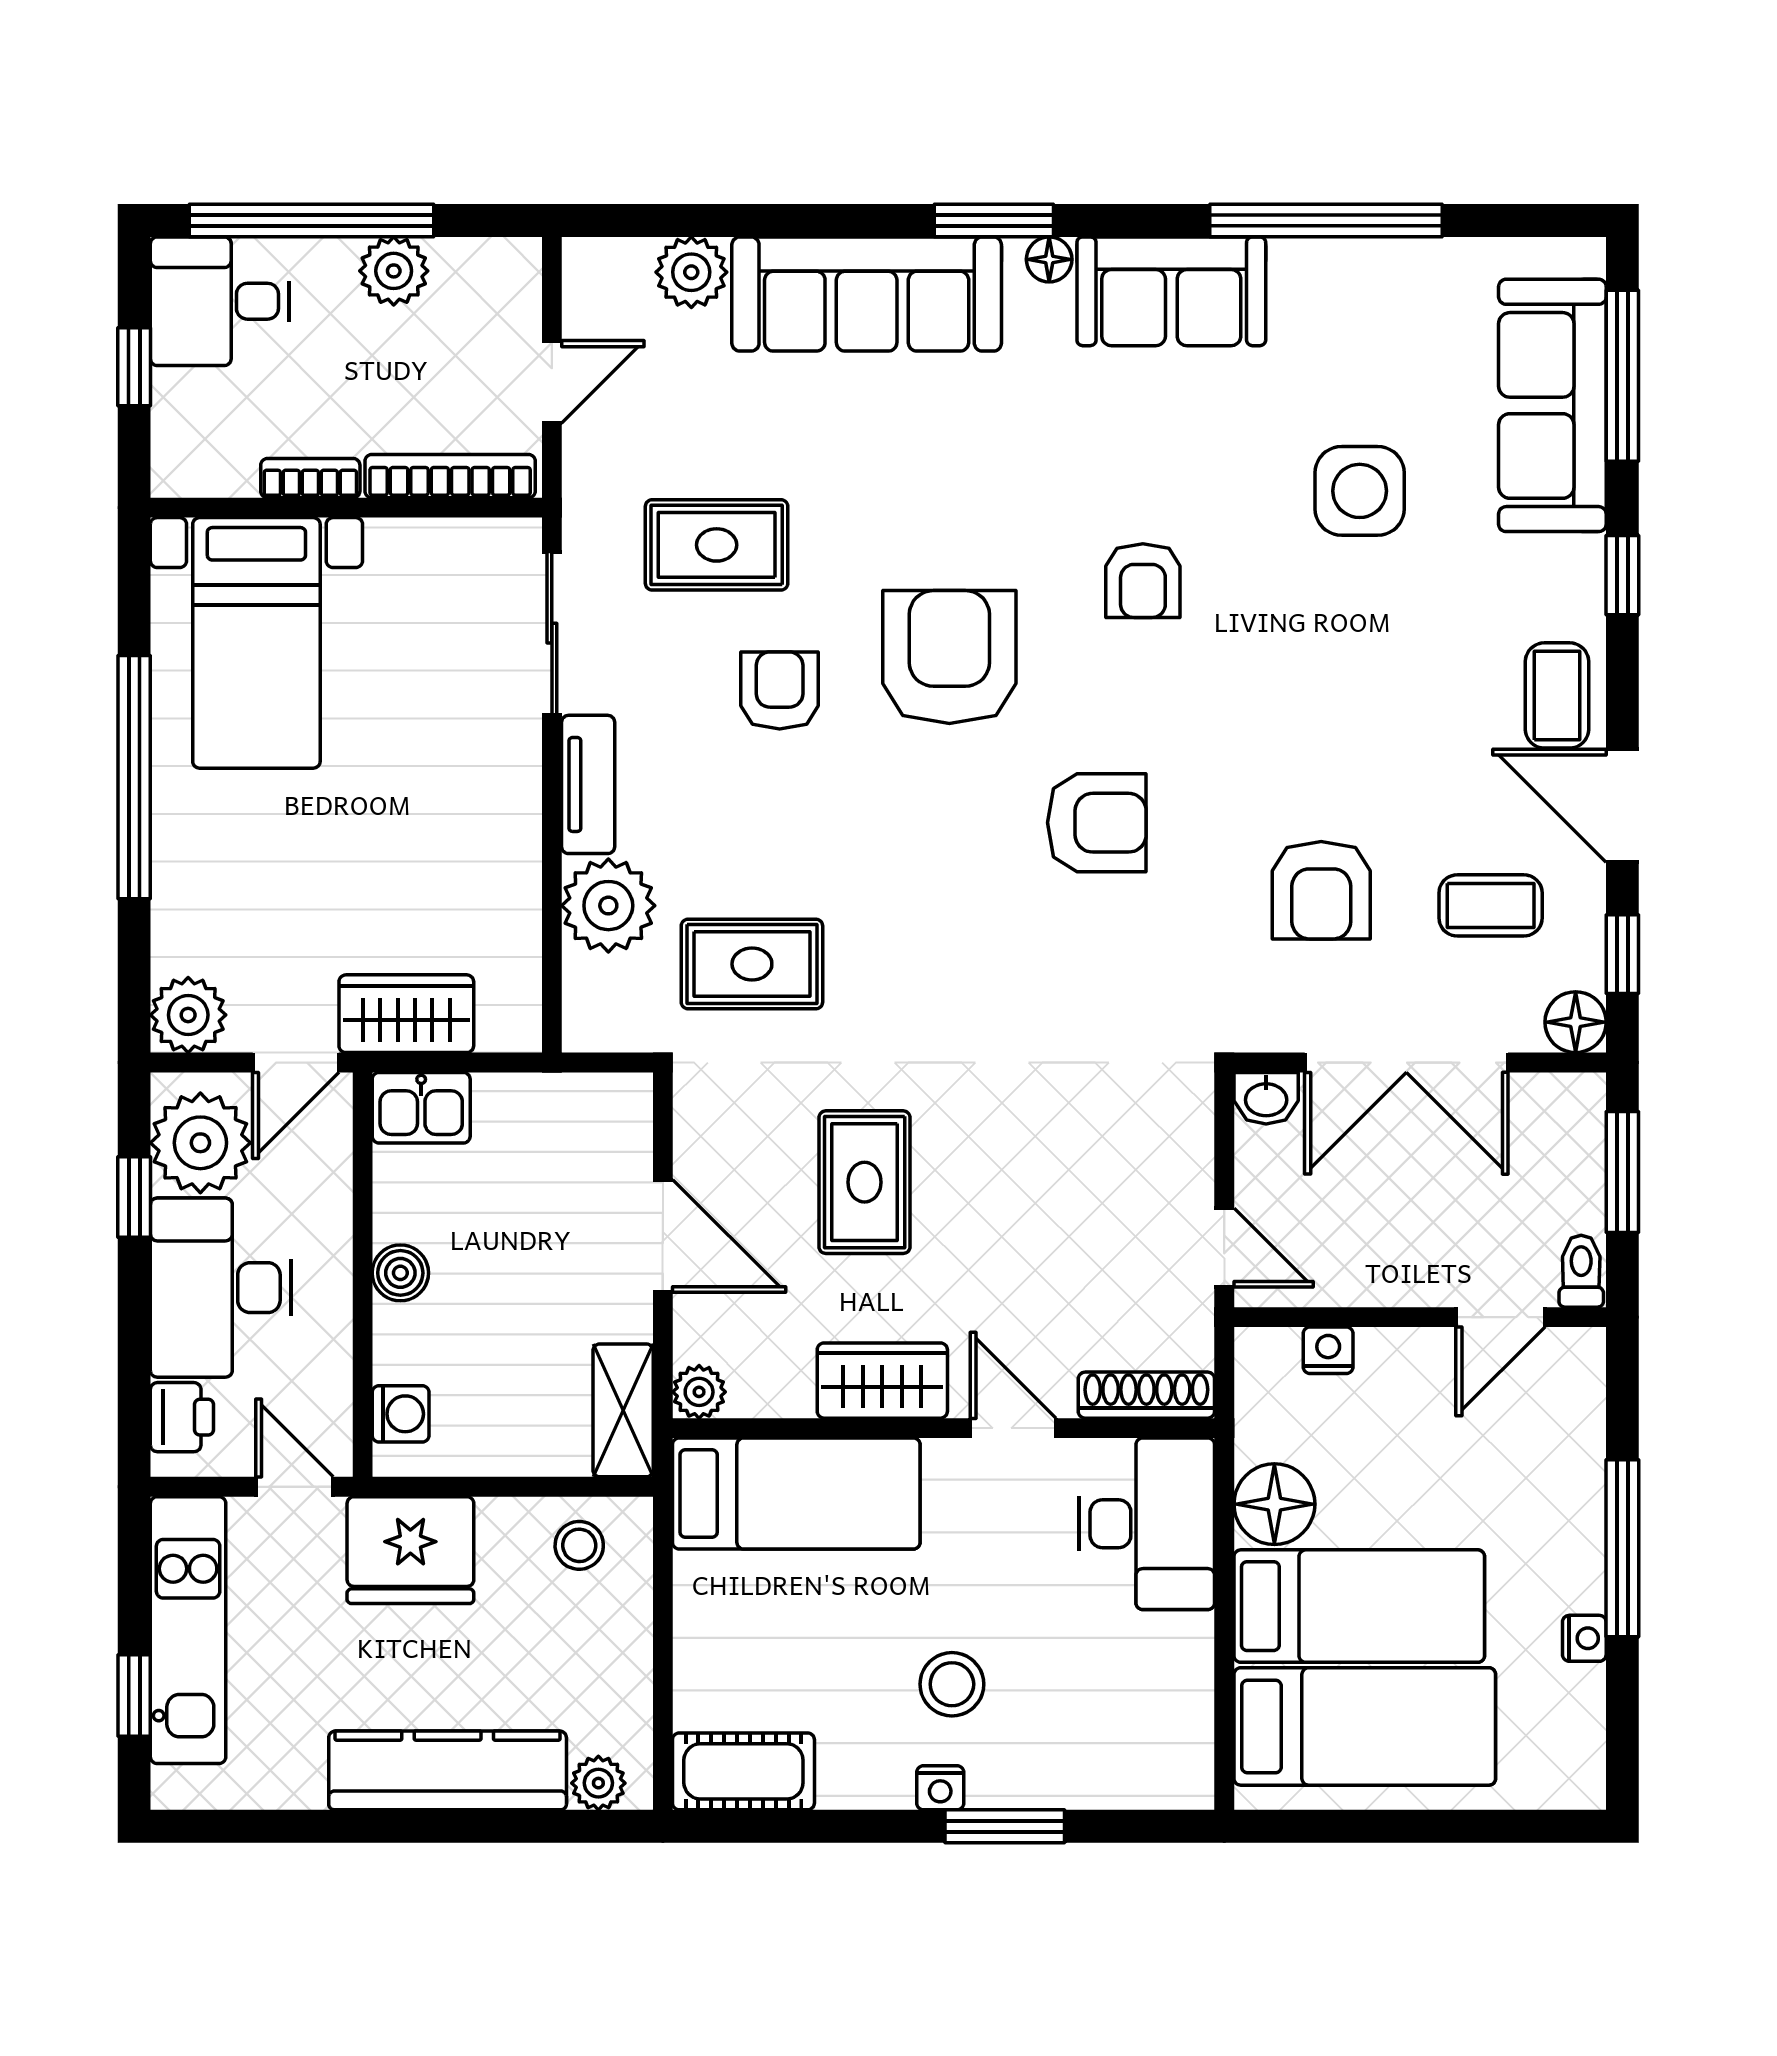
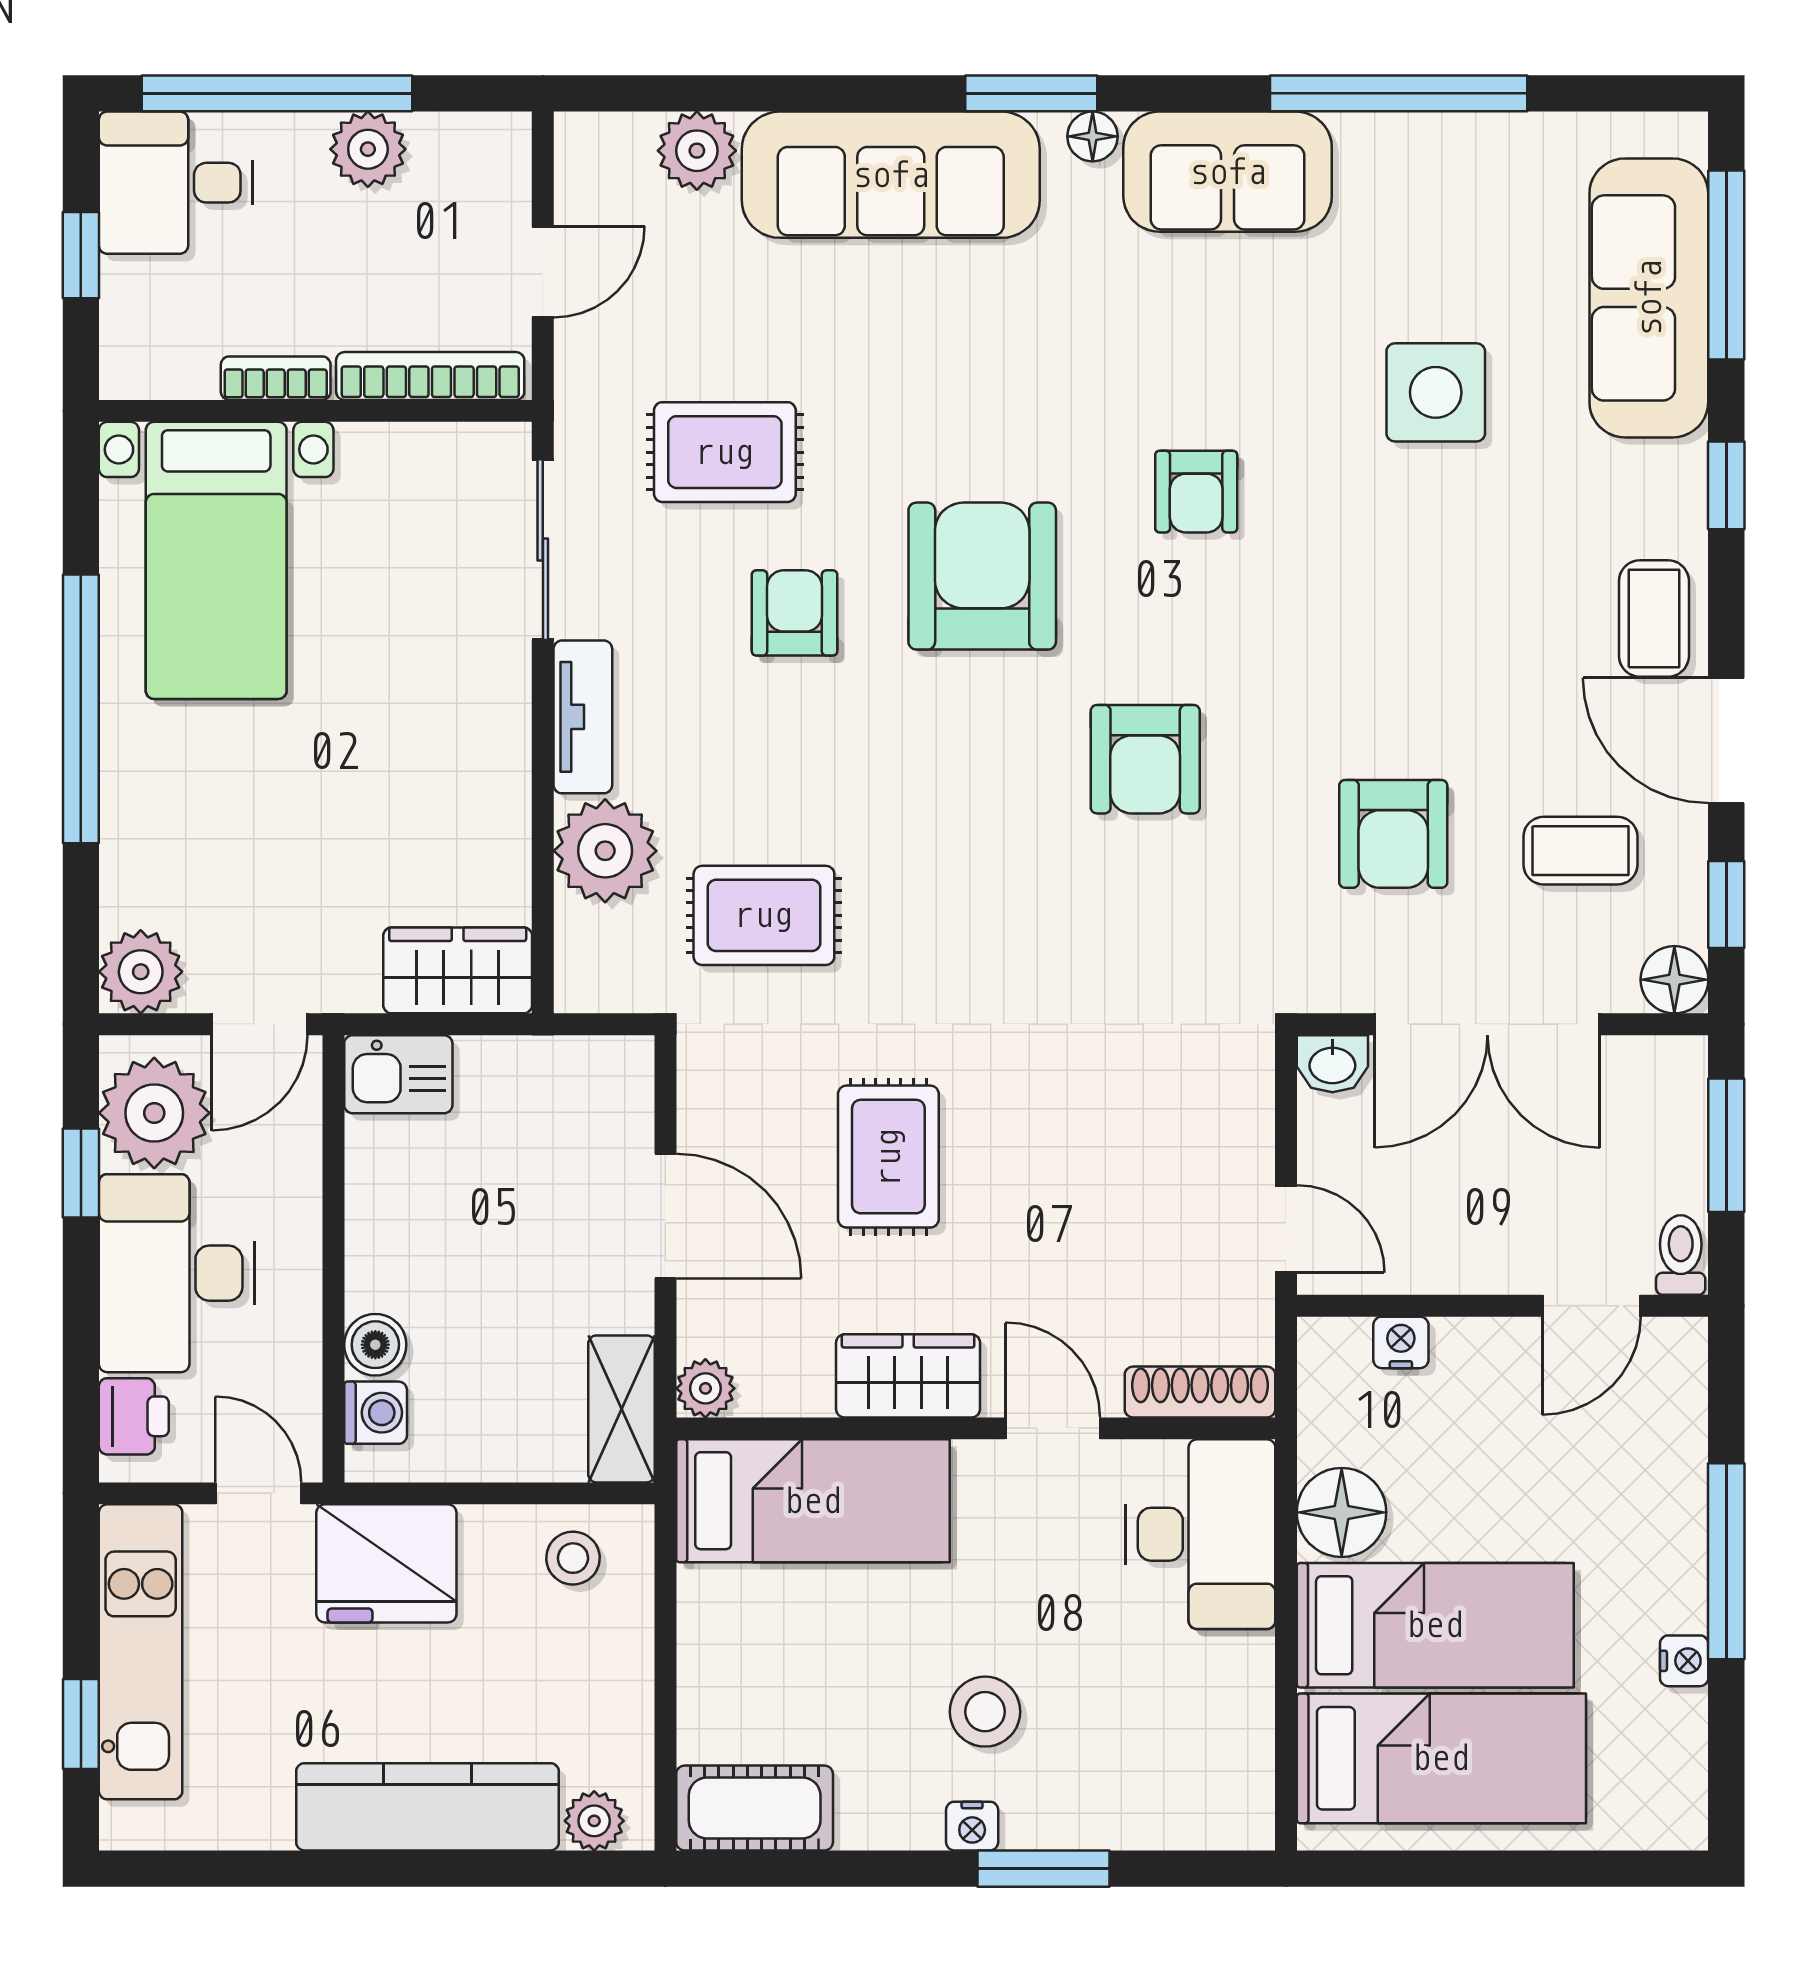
armchair: (1097, 823) -> (1145, 759), turned 90
wardrobe: (406, 1014) -> (458, 970), moved
boiler: (400, 1273) -> (375, 1345), moved

